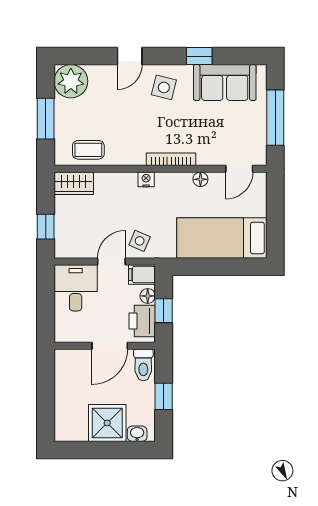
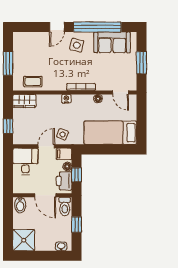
window: (199, 56) -> (97, 27), width x3.17
plant: (71, 81) -> (23, 42), removed
window: (275, 118) -> (141, 63), width x0.69
door: (239, 169) -> (121, 92), hinge flipped
door: (110, 346) -> (45, 195), hinge flipped
bidet: (66, 363) -> (20, 205), added
shower: (107, 423) -> (24, 240), moved

